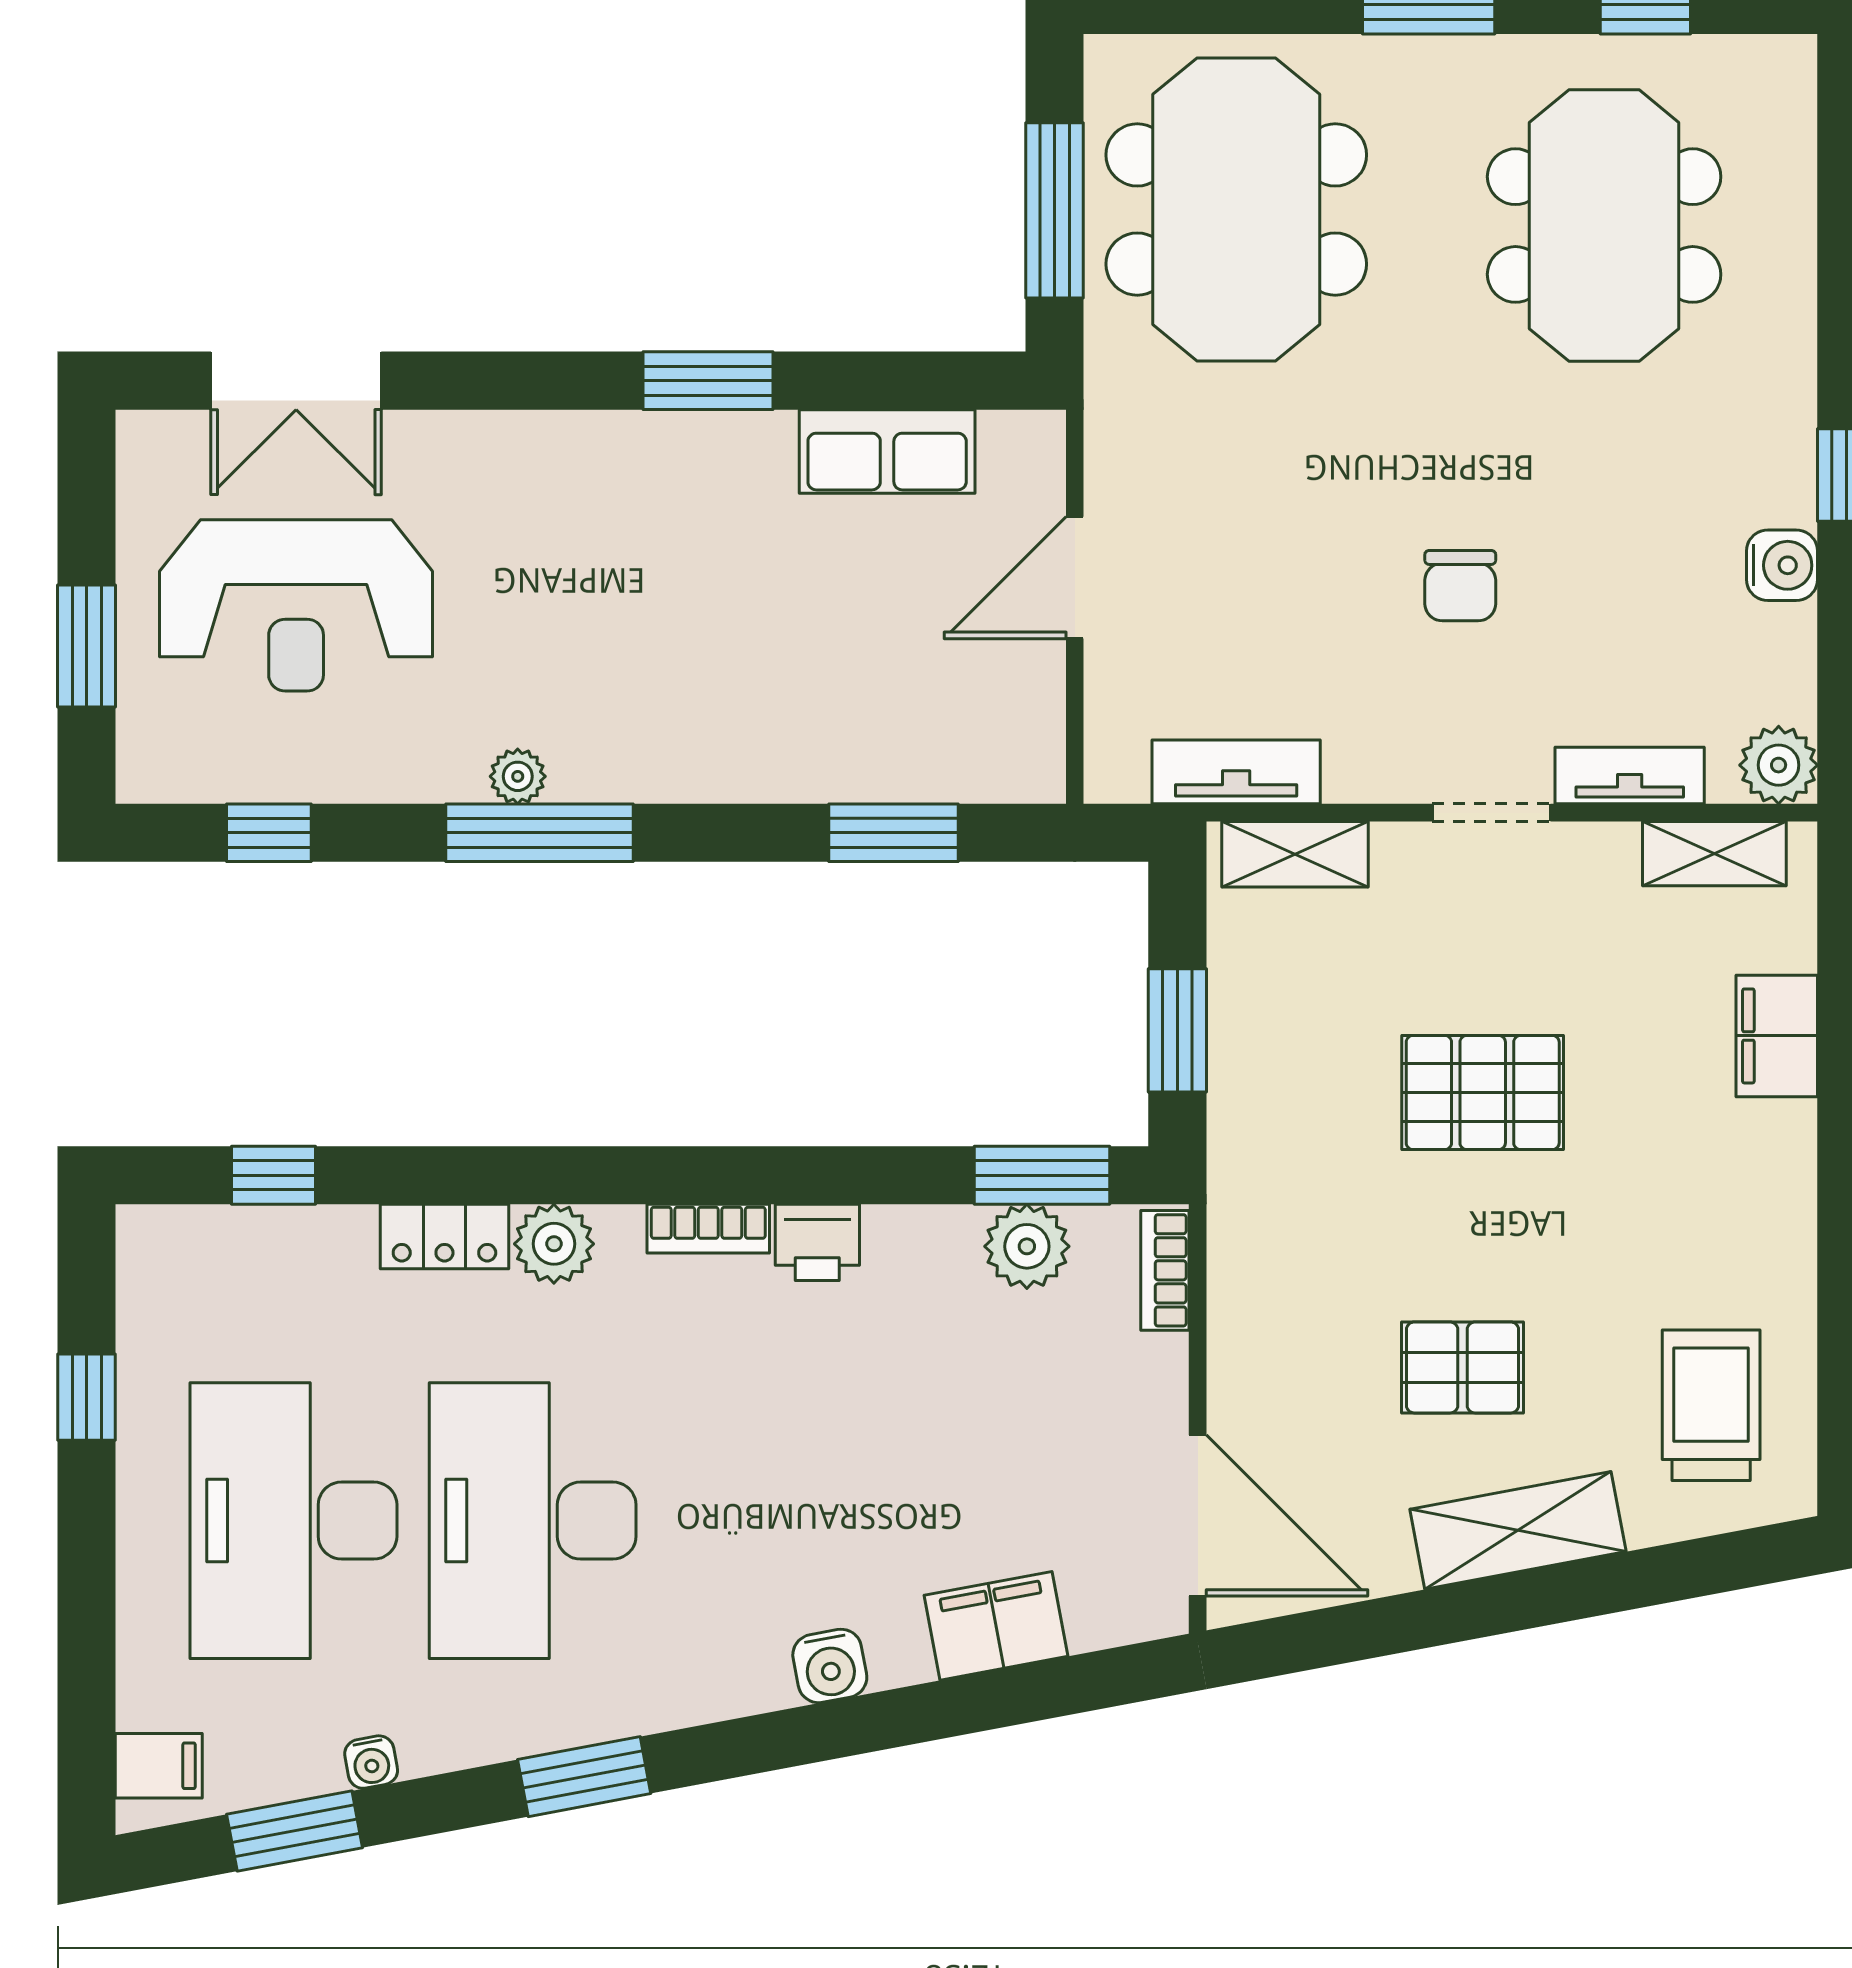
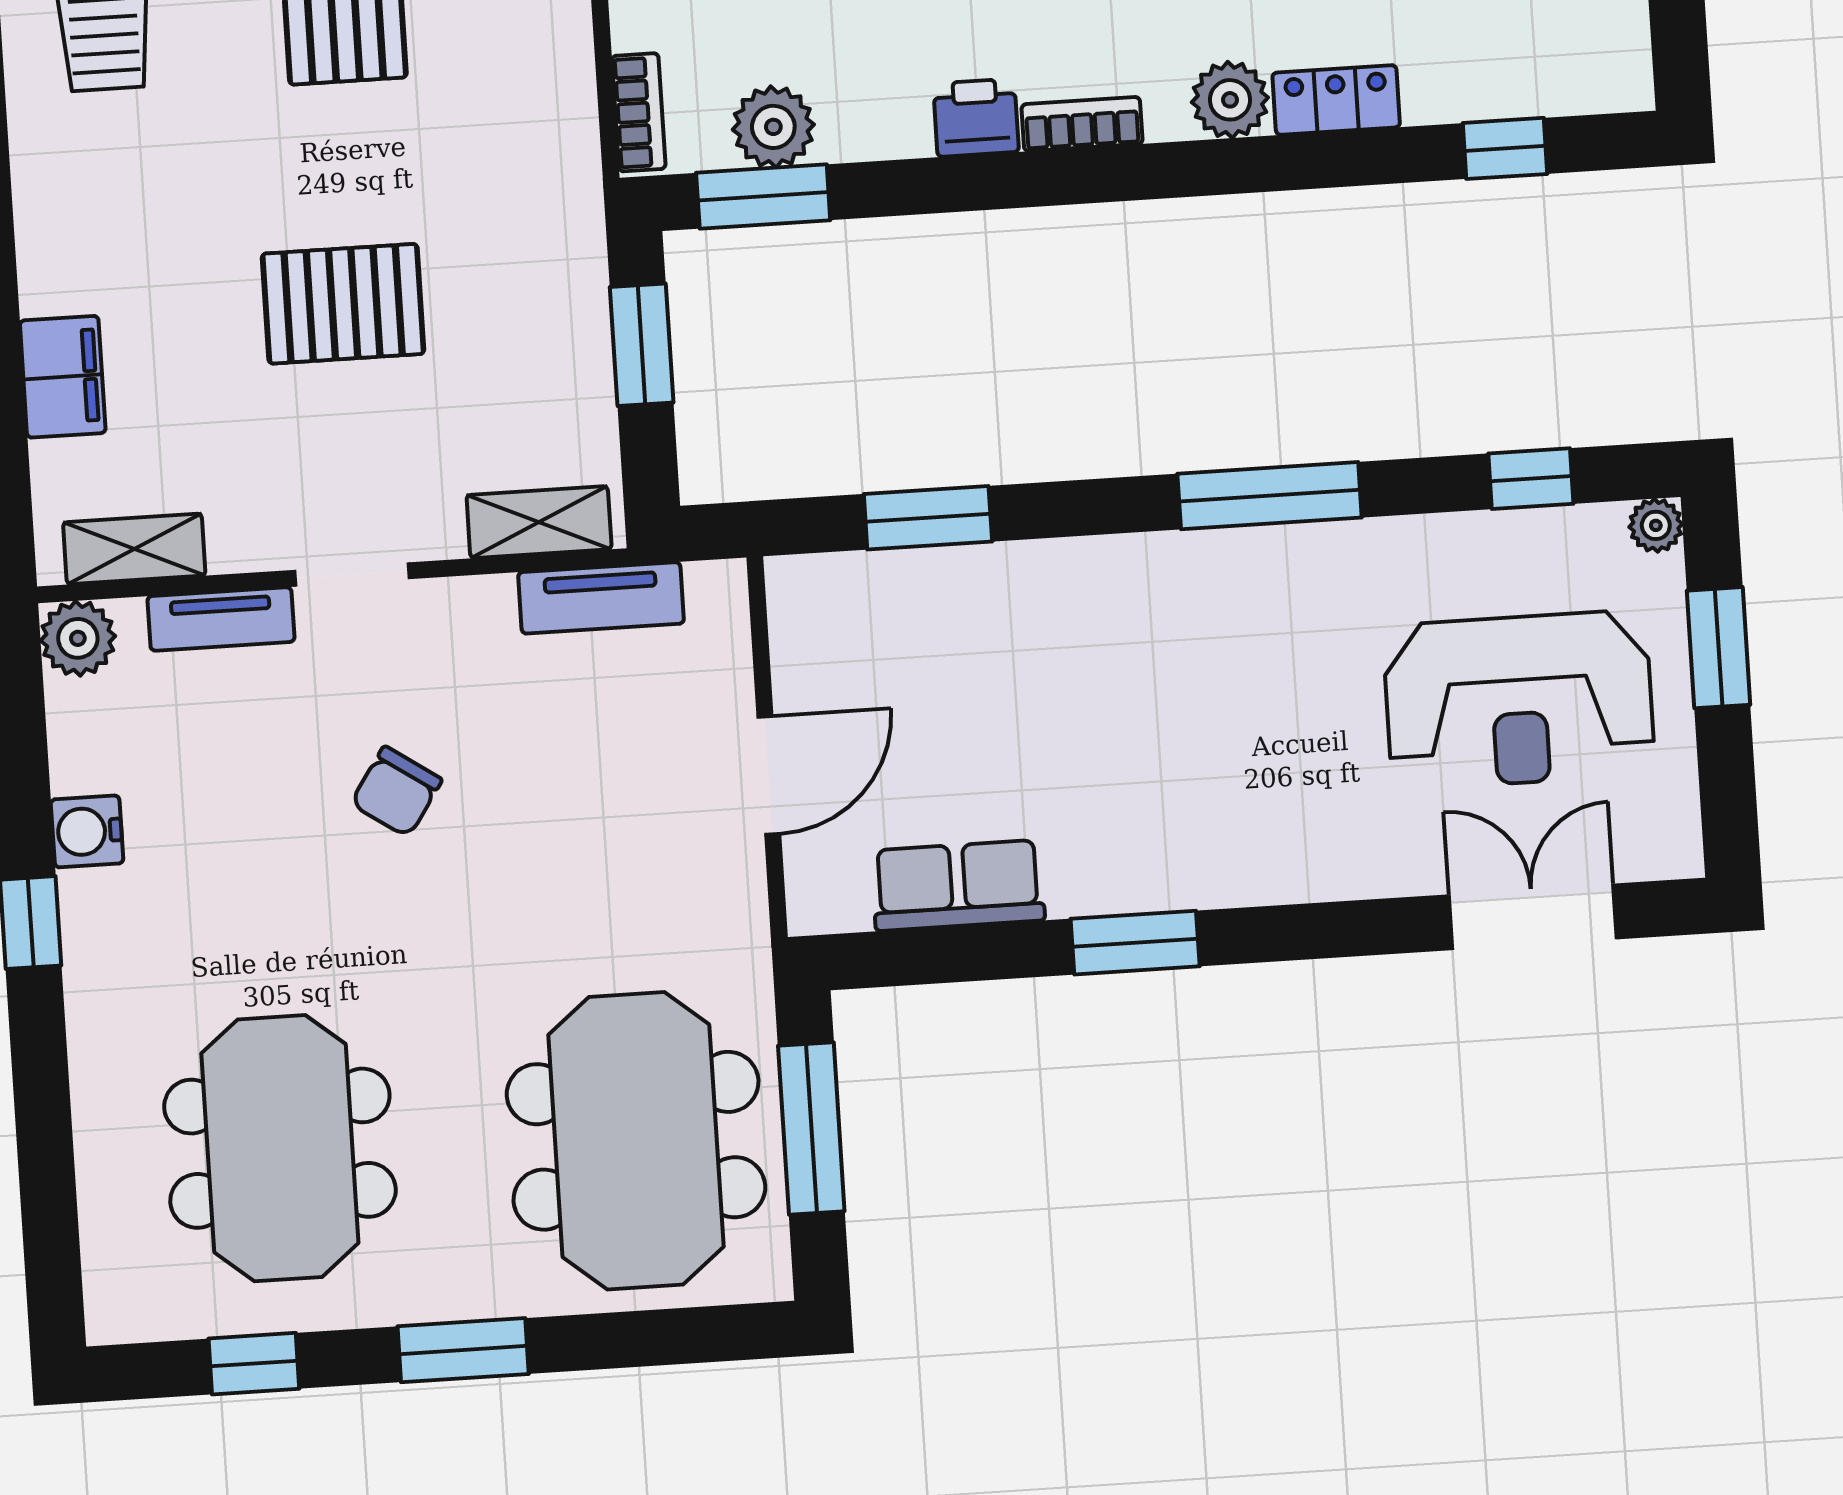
chair: (1460, 586) -> (396, 792), turned -146
reception desk: (296, 605) -> (1519, 700), turned 180
plant: (518, 776) -> (1656, 525), moved

